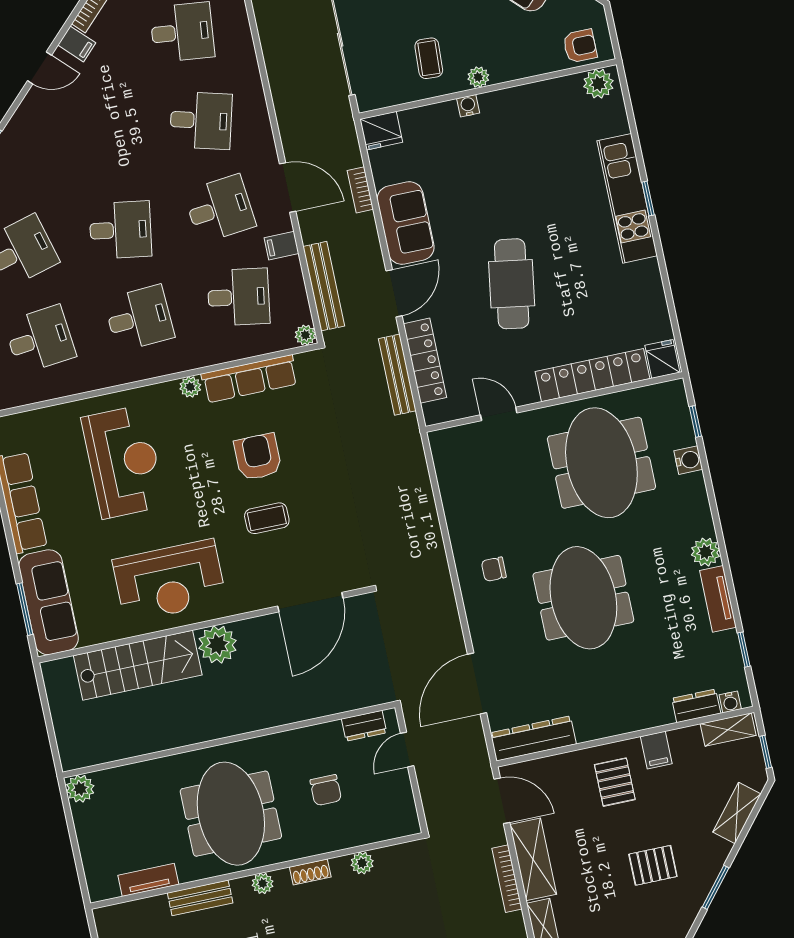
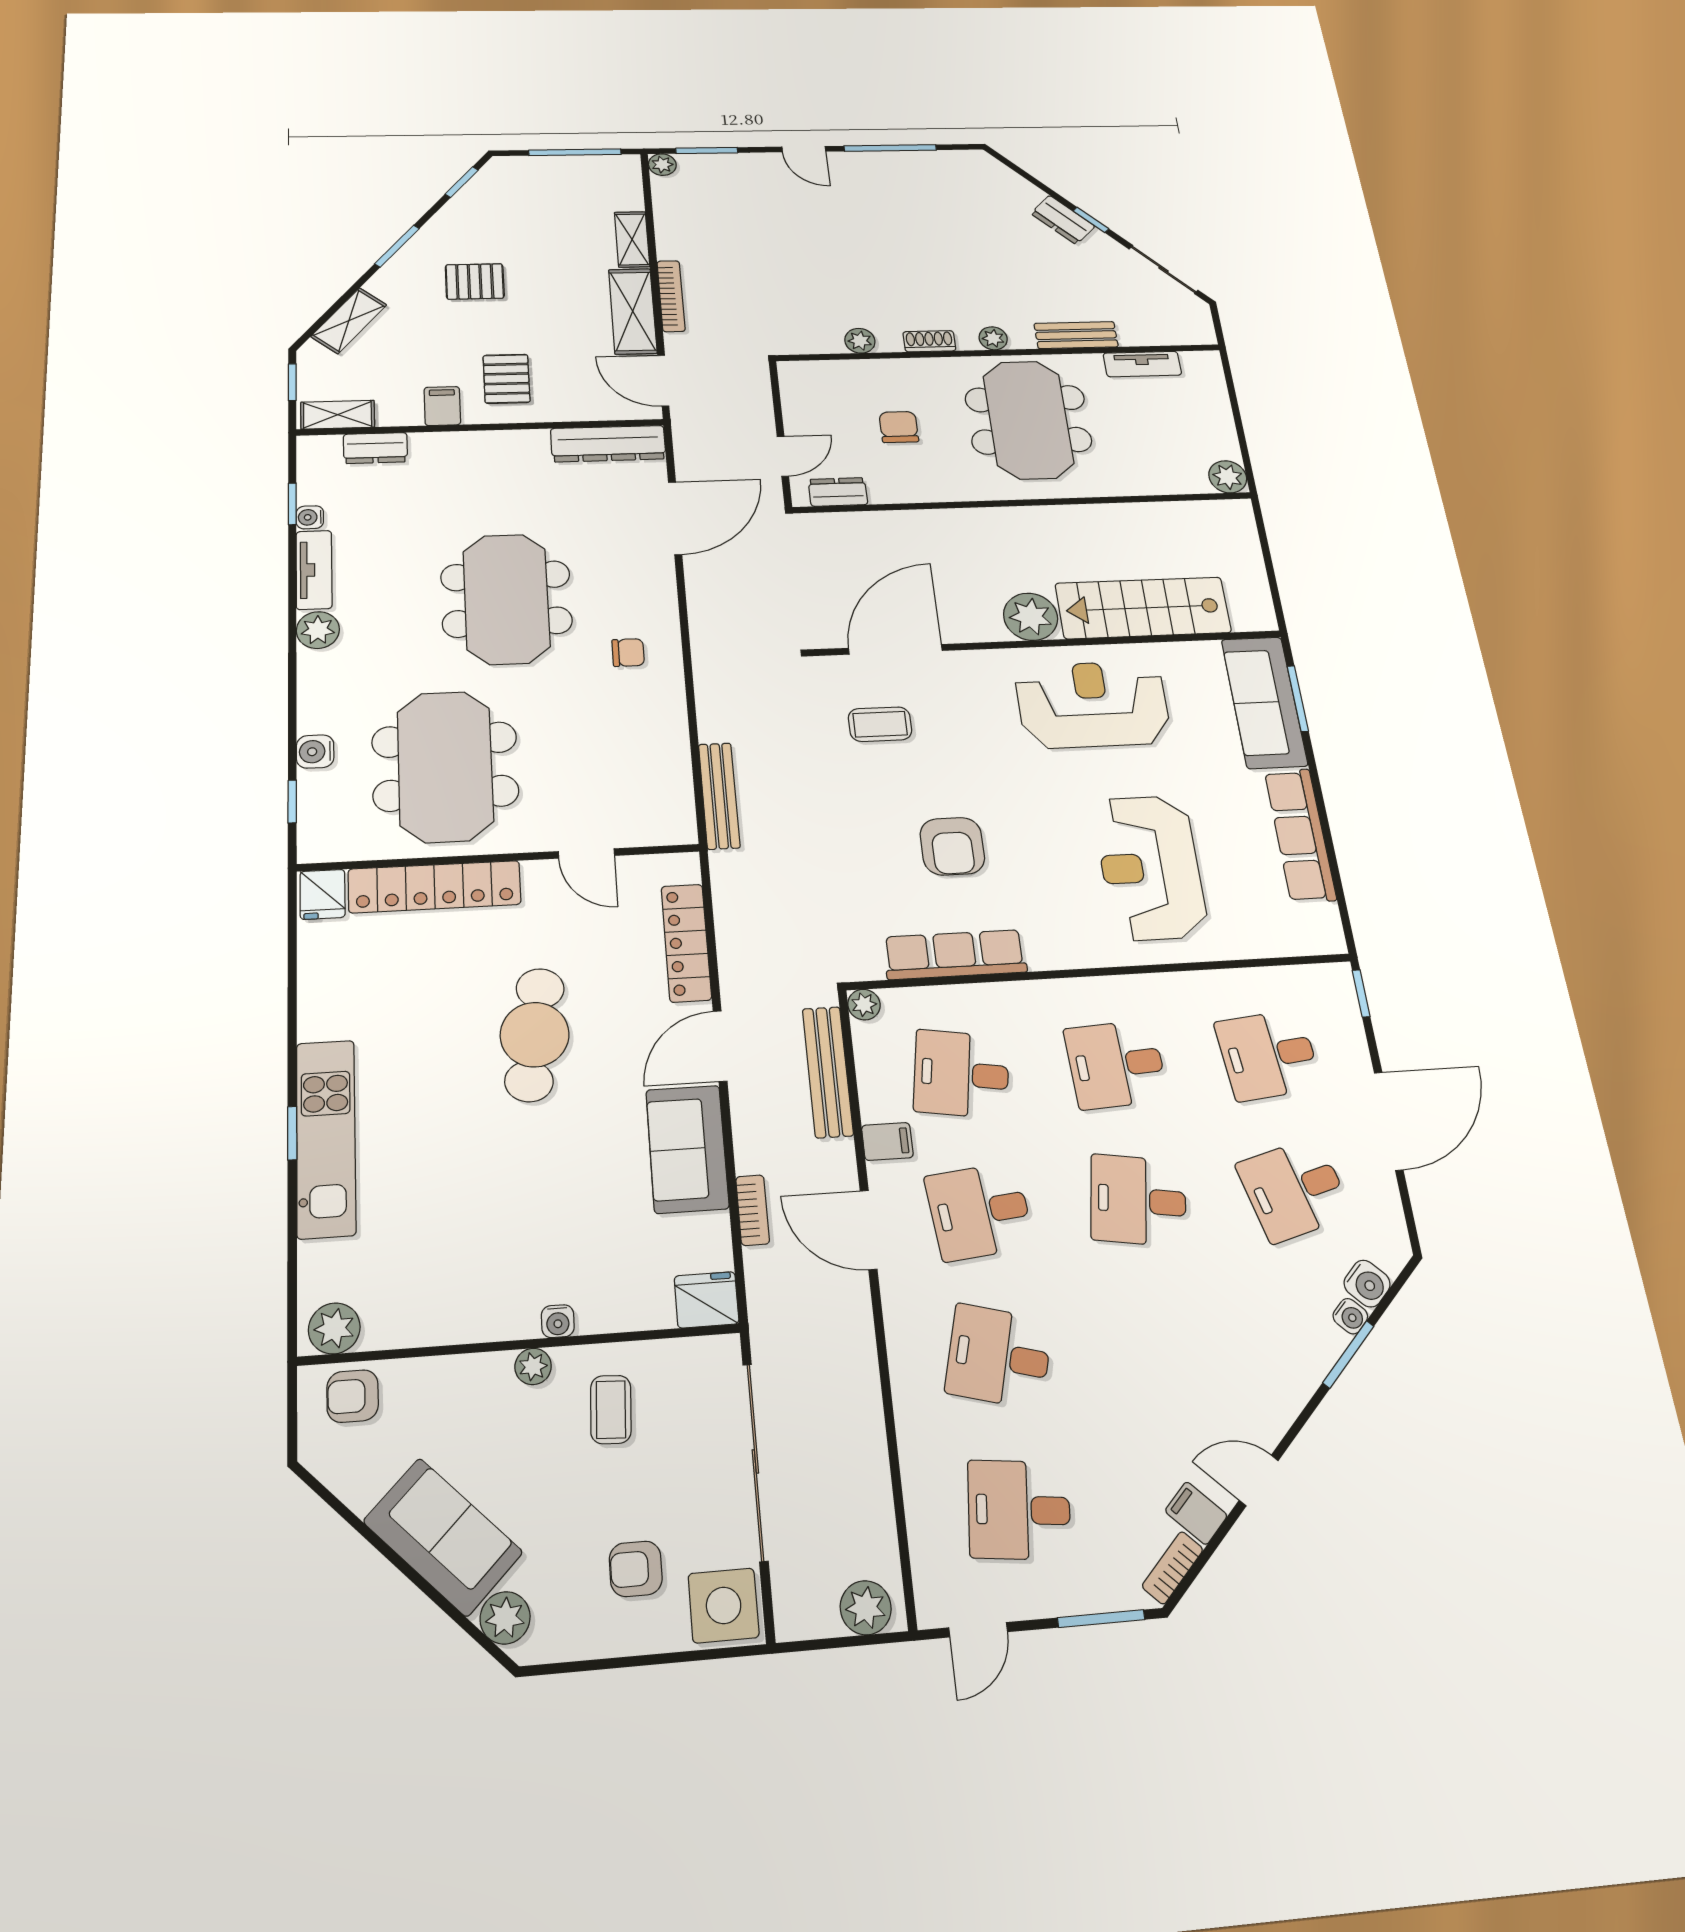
bench: (397, 375) -> (719, 796), moved
plant: (190, 387) -> (1045, 956), removed
coffee table: (267, 518) -> (880, 724), moved
water cooler: (730, 702) -> (310, 517), moved, turned -90

